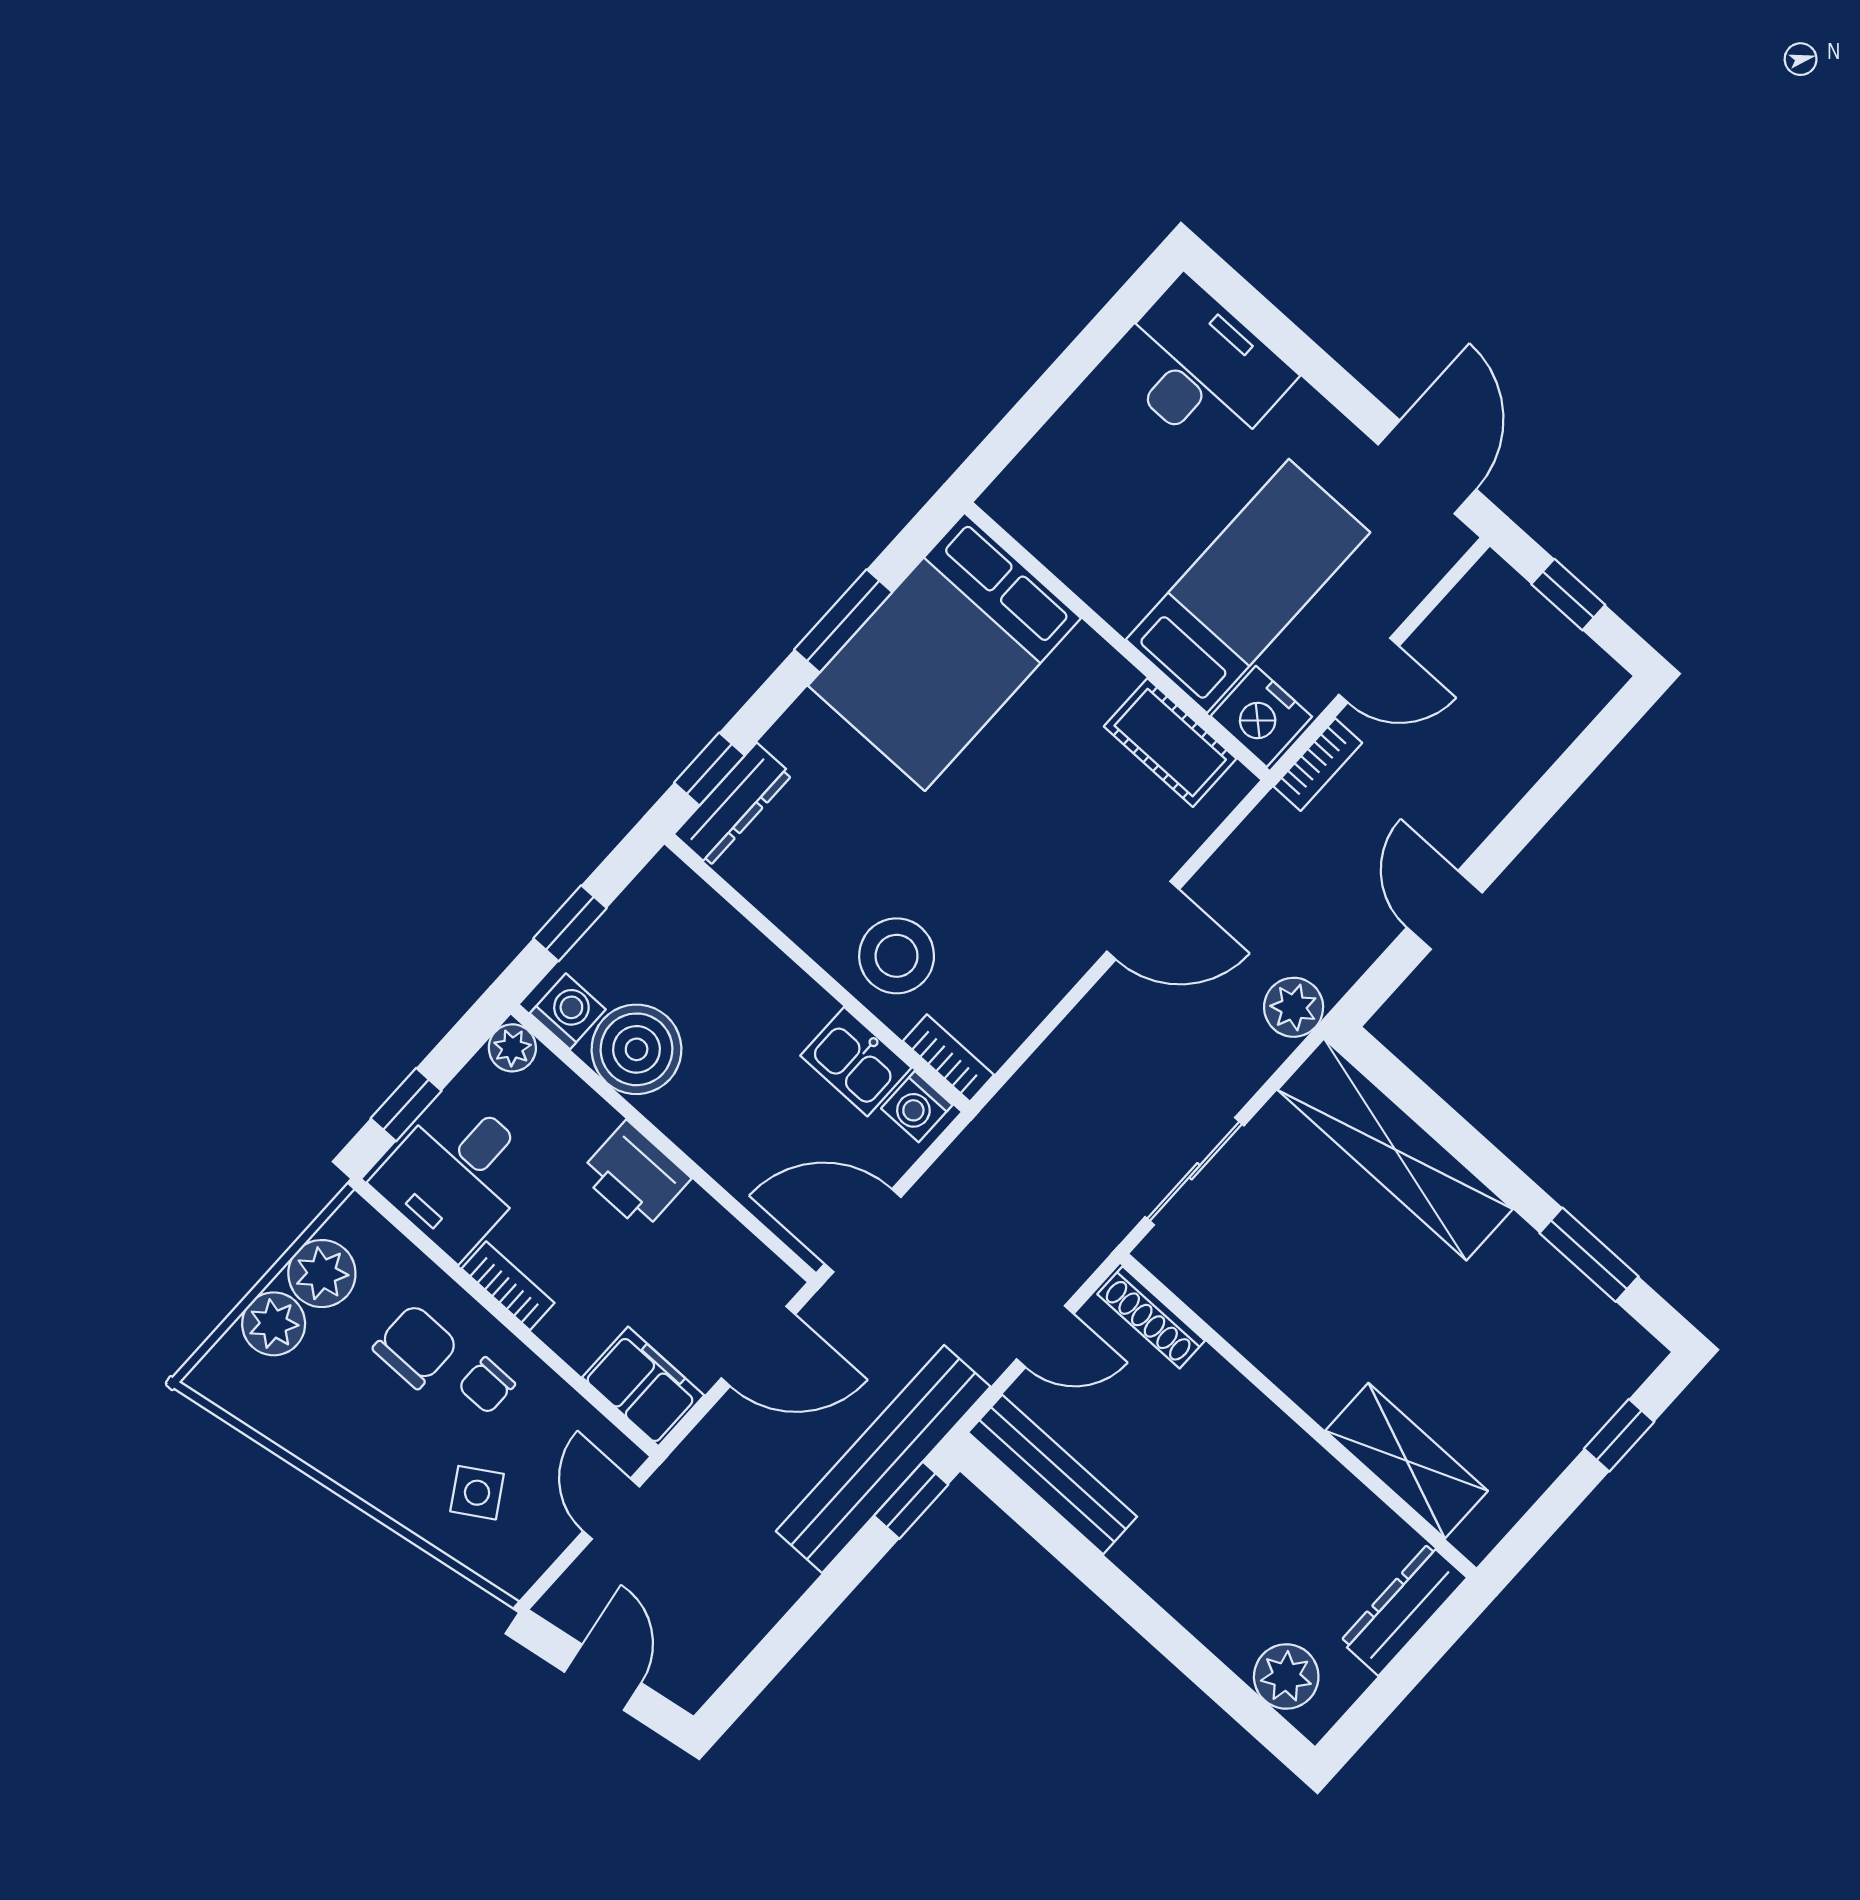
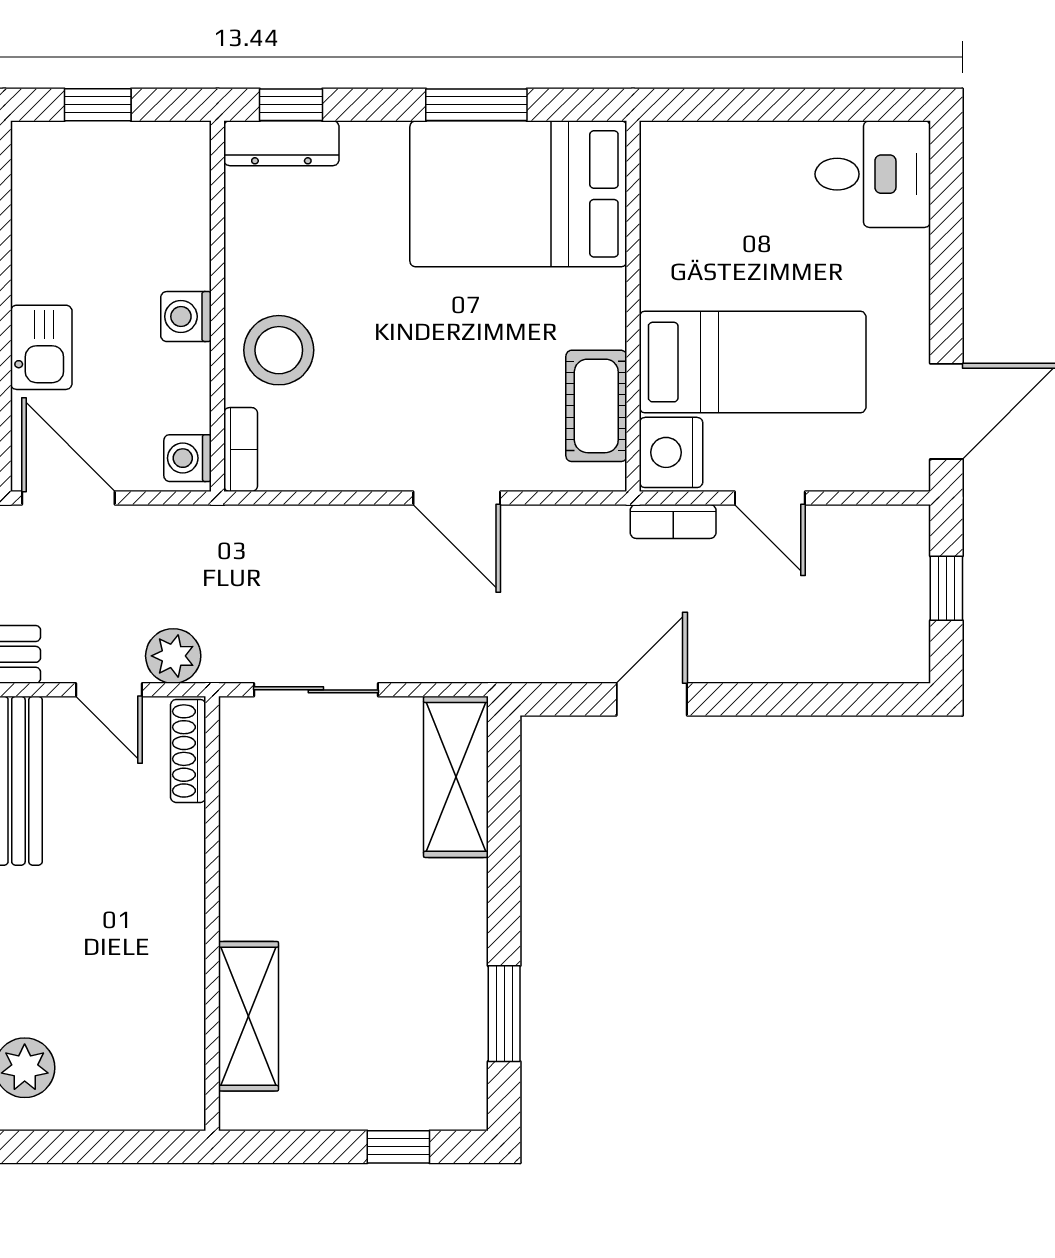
desk: (1200, 369) -> (873, 174), width x0.73
plant: (1294, 1007) -> (173, 656), moved
washing machine: (568, 1011) -> (186, 317), moved, turned 180
boiler: (637, 1049) -> (52, 229), removed
kitchen sink: (856, 1062) -> (41, 347), moved, turned 180
shelving: (1395, 1150) -> (456, 777), width x0.68
dresser: (1404, 1609) -> (144, 1107), removed

